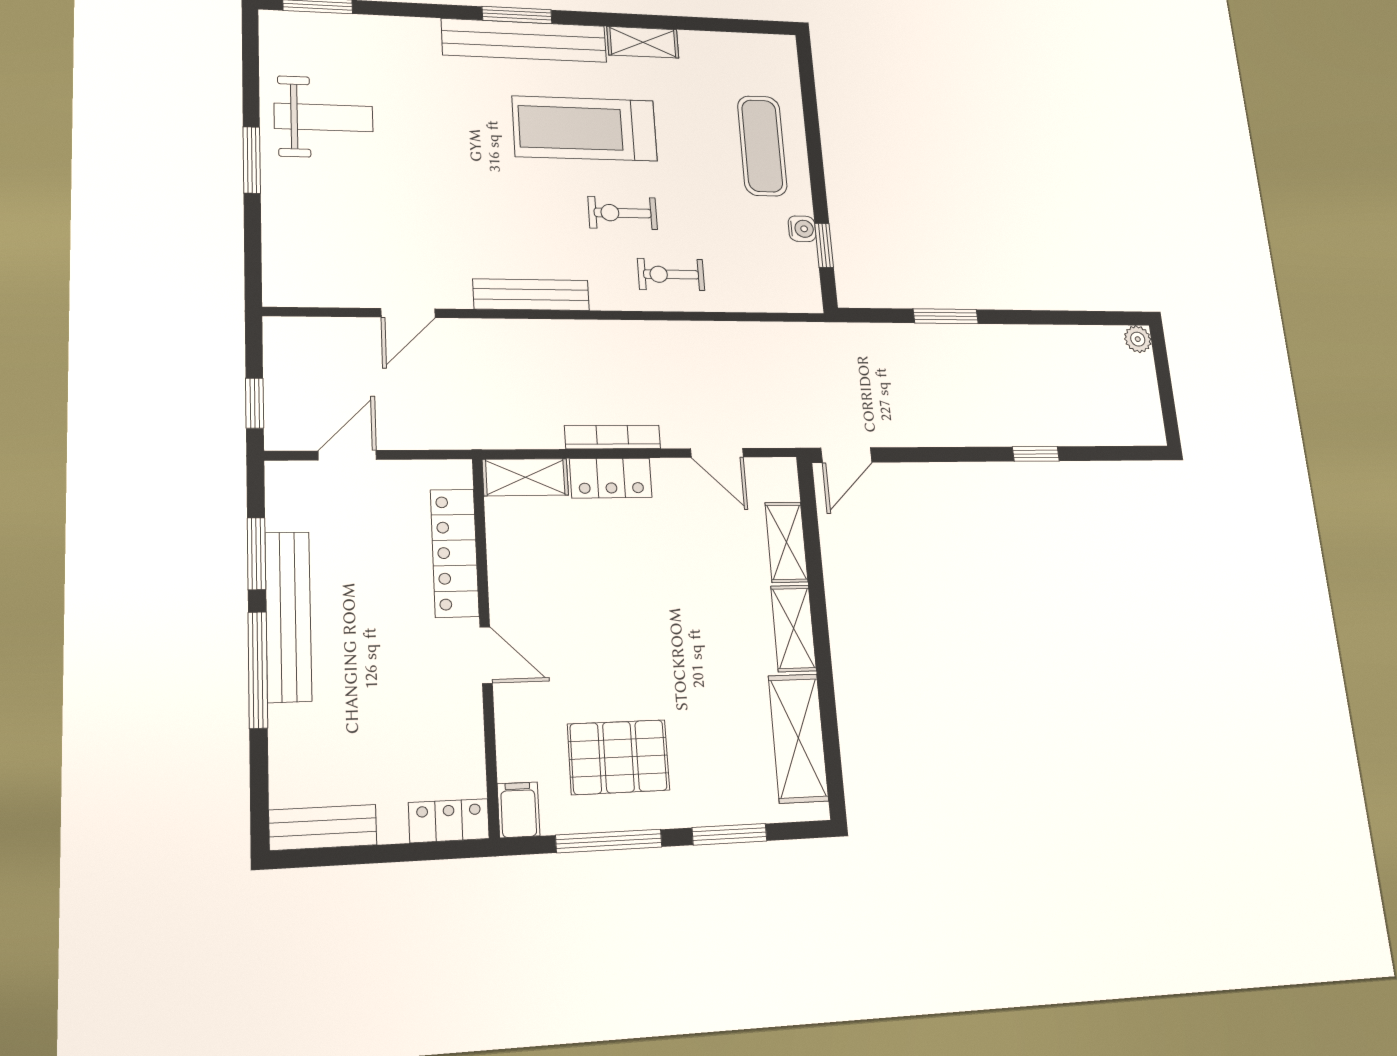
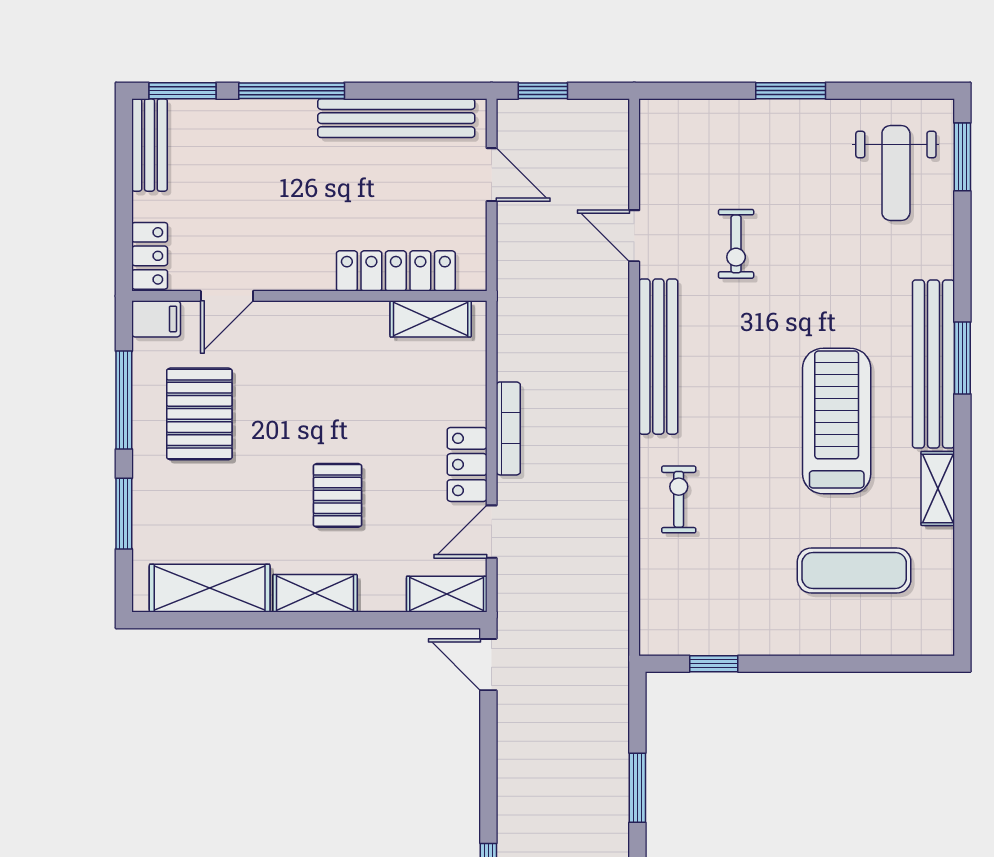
weight bench: (324, 117) -> (896, 173), moved
exercise mat: (762, 146) -> (854, 570), moved
exercise bike: (623, 213) -> (736, 244), moved, turned 180
water cooler: (802, 229) -> (732, 642), removed
bench: (531, 295) -> (658, 357), width x1.37, depth x1.21
shelving: (525, 477) -> (431, 319), moved, turned 90
locker: (611, 478) -> (467, 464), moved
shelving: (786, 542) -> (447, 594), moved
window: (256, 554) -> (182, 91), moved
pallet: (693, 608) -> (337, 495), added
bench: (288, 616) -> (396, 118), moved
door: (486, 655) -> (227, 296), moved

